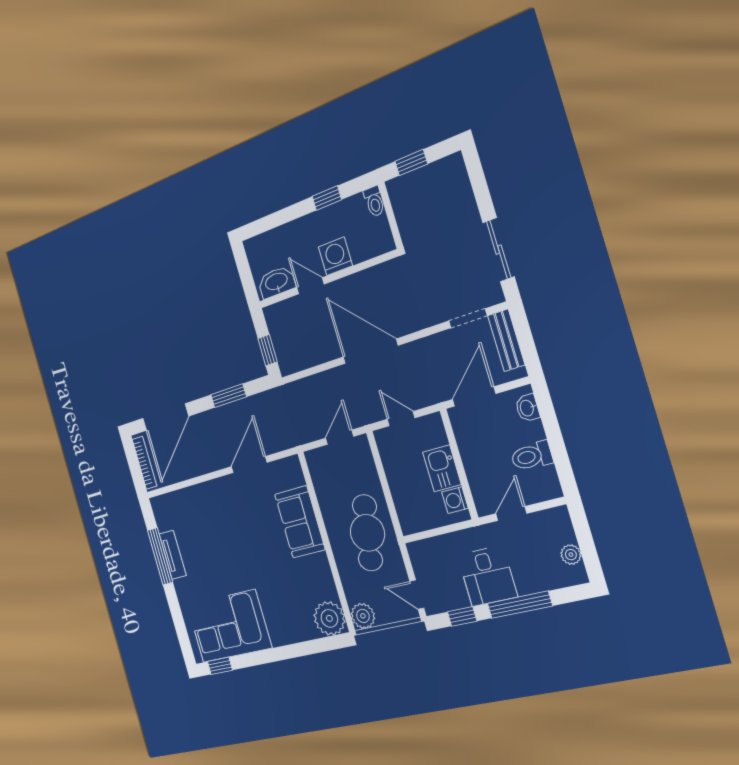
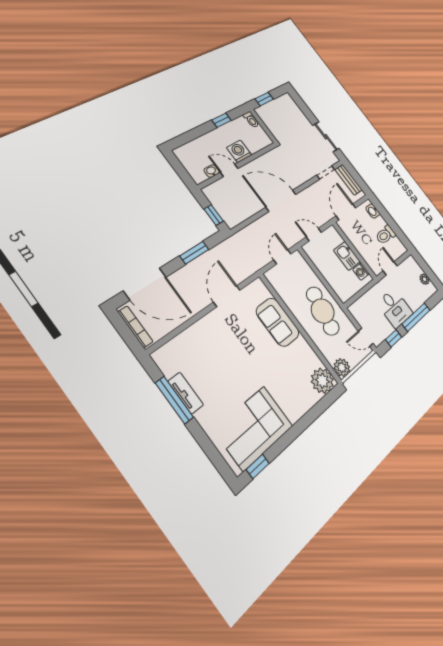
washbasin: (277, 282) -> (212, 171), width x0.52, depth x0.69
door: (165, 417) -> (145, 284), hinge flipped

